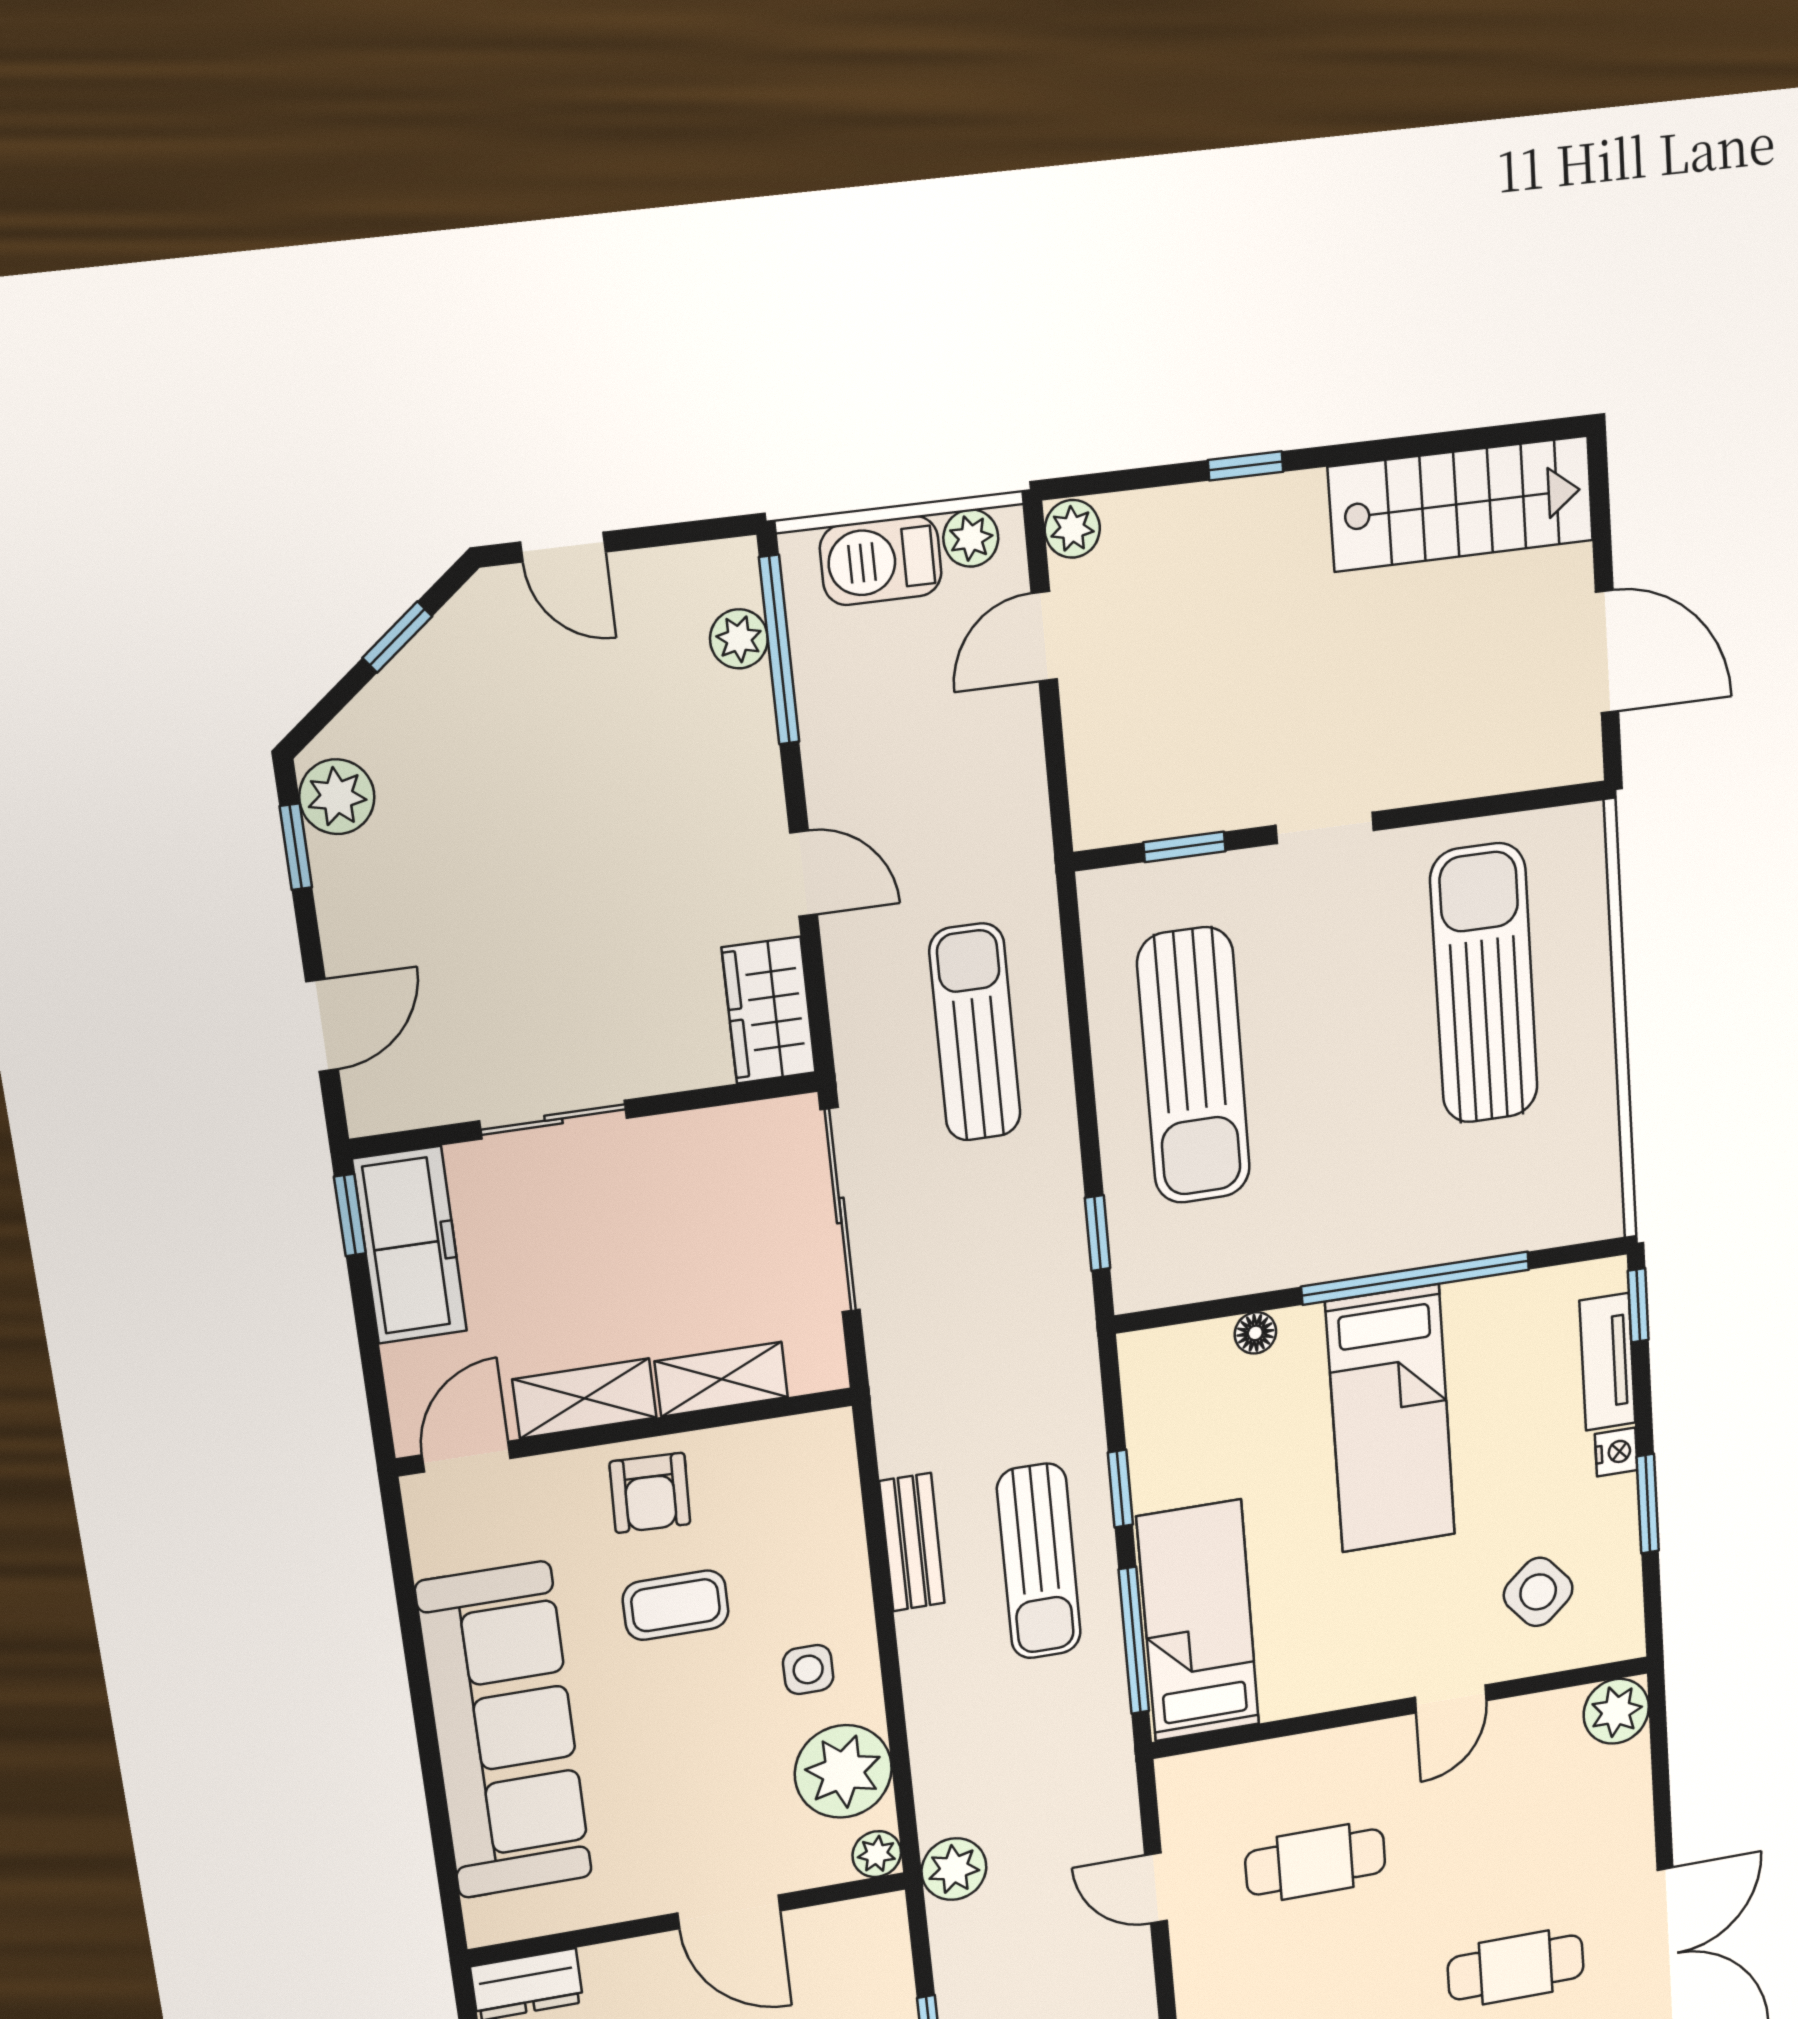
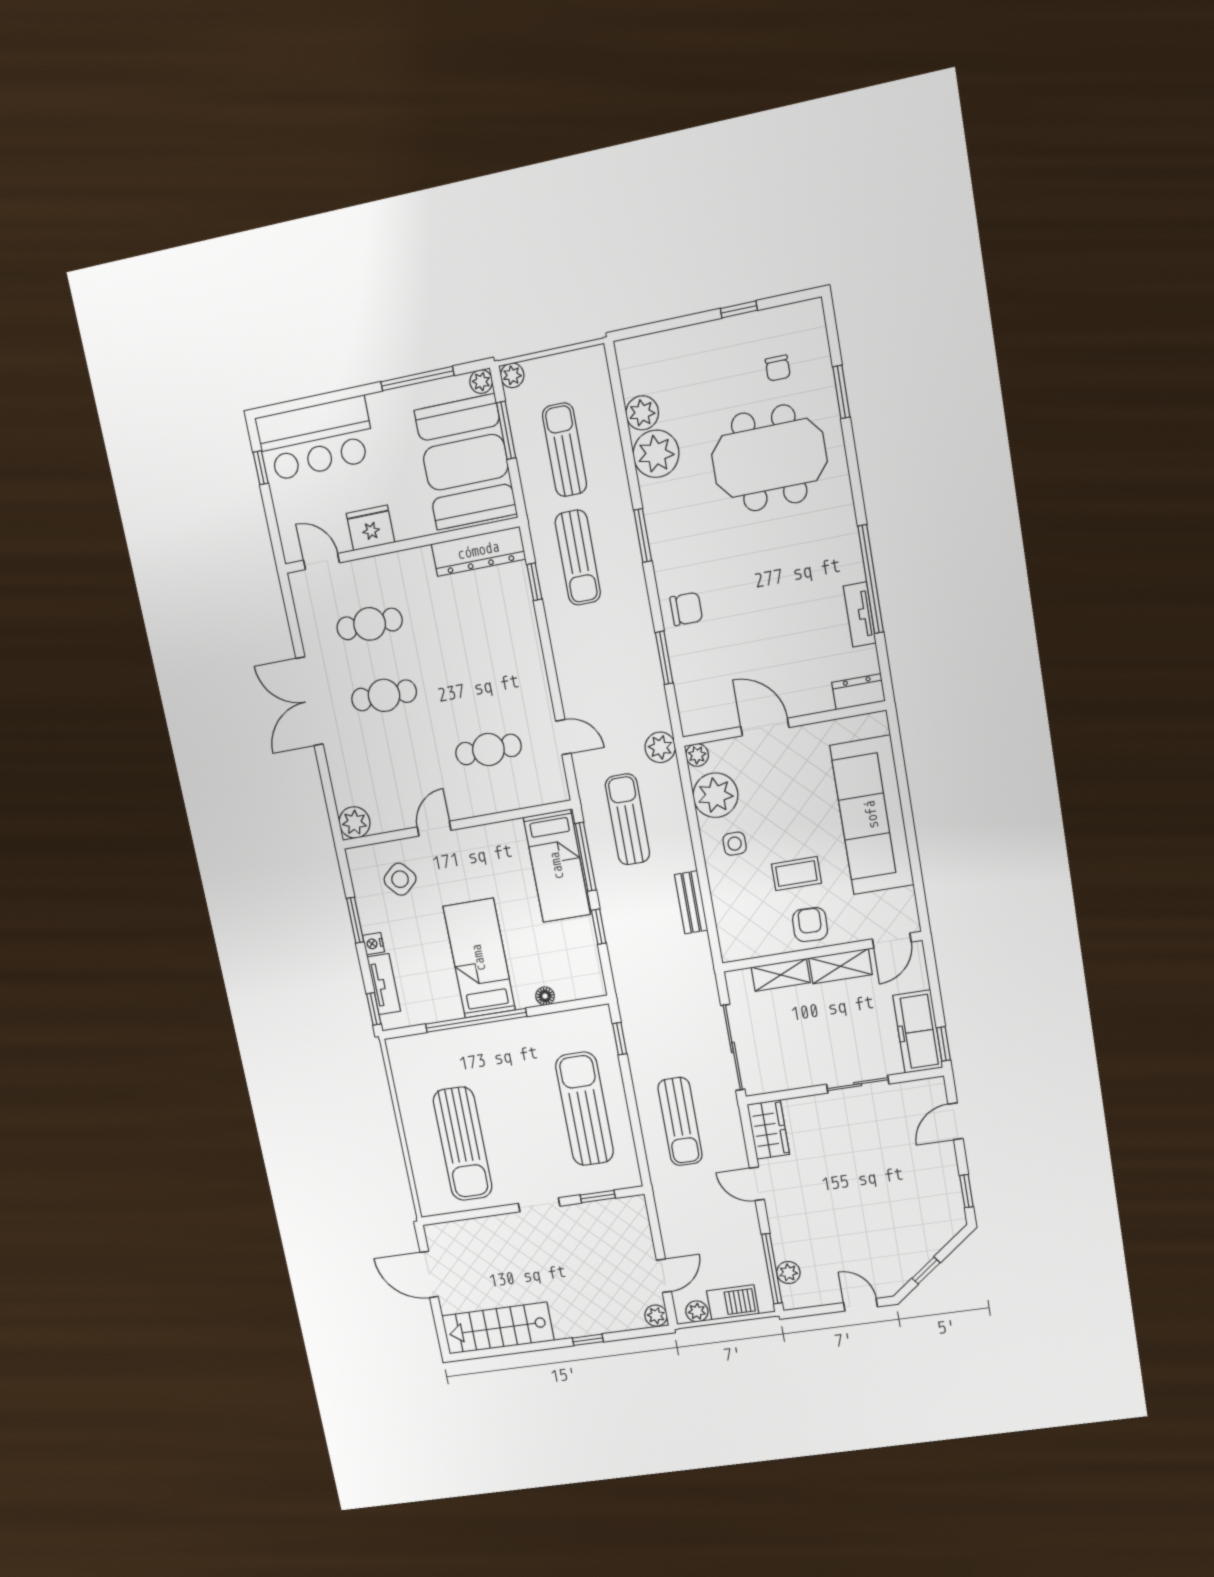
plant: (337, 797) -> (950, 1210), removed
sun lounger: (1039, 1561) -> (627, 819), moved

